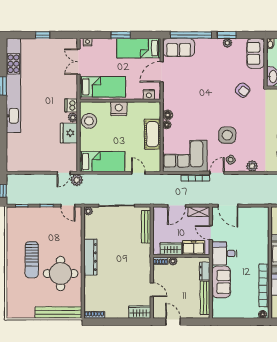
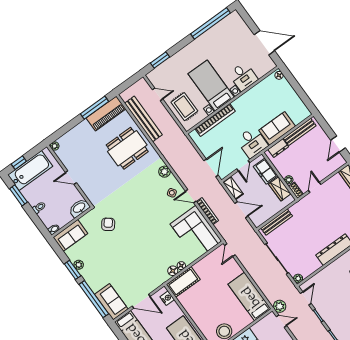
nightstand: (119, 109) -> (197, 314), removed
cot: (152, 134) -> (183, 282), moved
side table: (227, 135) -> (154, 210), removed
door: (138, 173) -> (230, 250), moved
bookcase: (264, 285) -> (215, 120), moved
door: (152, 290) -> (315, 187), moved

